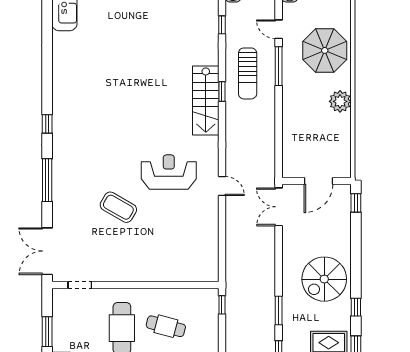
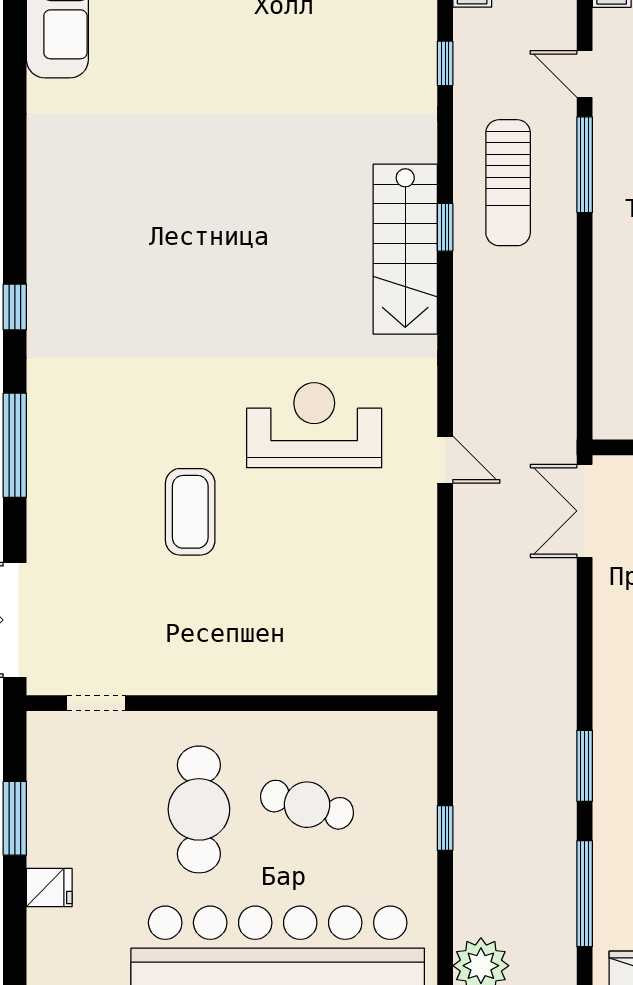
coffee table: (118, 207) -> (190, 512), turned 60
window: (222, 305) -> (445, 828), moved

